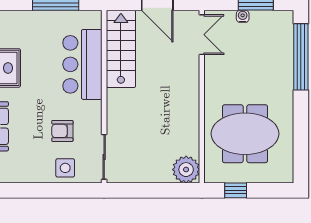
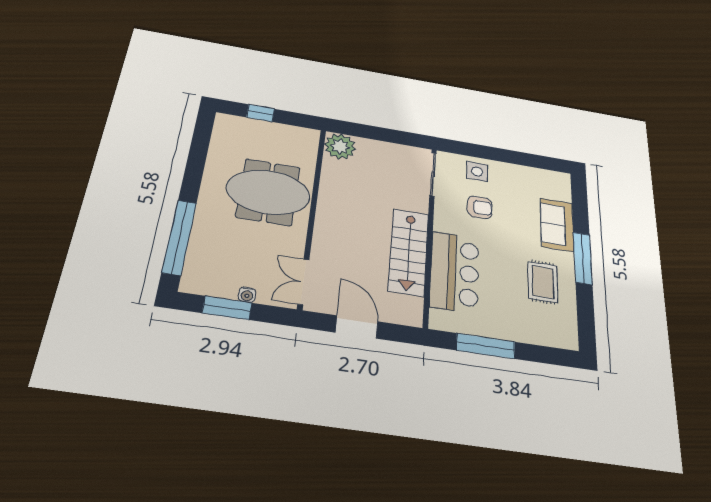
stairs: (121, 49) -> (409, 252), moved
meeting table: (245, 134) -> (268, 192), moved
window: (236, 190) -> (261, 113), moved

